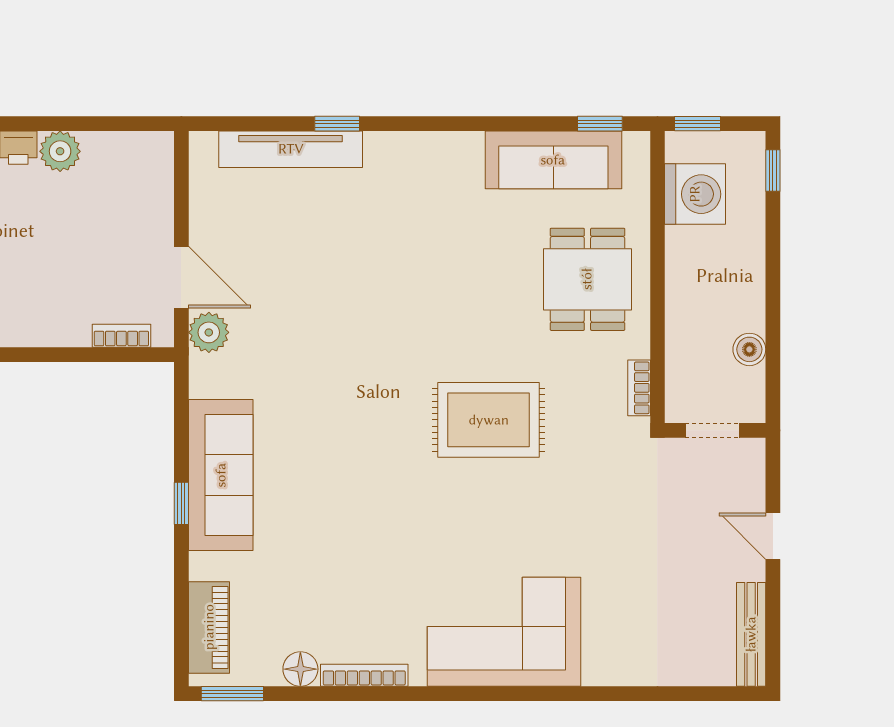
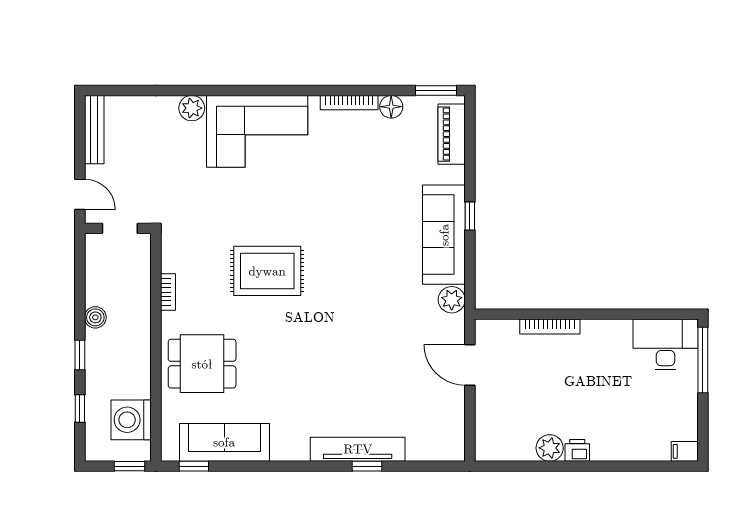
tv unit: (291, 149) -> (358, 449), moved
window: (773, 171) -> (80, 409), moved
dining table: (587, 279) -> (202, 364), turned 90
window: (773, 292) -> (80, 355), added
plant: (209, 332) -> (452, 300), moved
bookcase: (121, 336) -> (550, 326), moved, width x1.56
doorway: (712, 430) -> (120, 228), moved
wall: (715, 430) -> (118, 228), moved
plant: (603, 667) -> (192, 108), added

